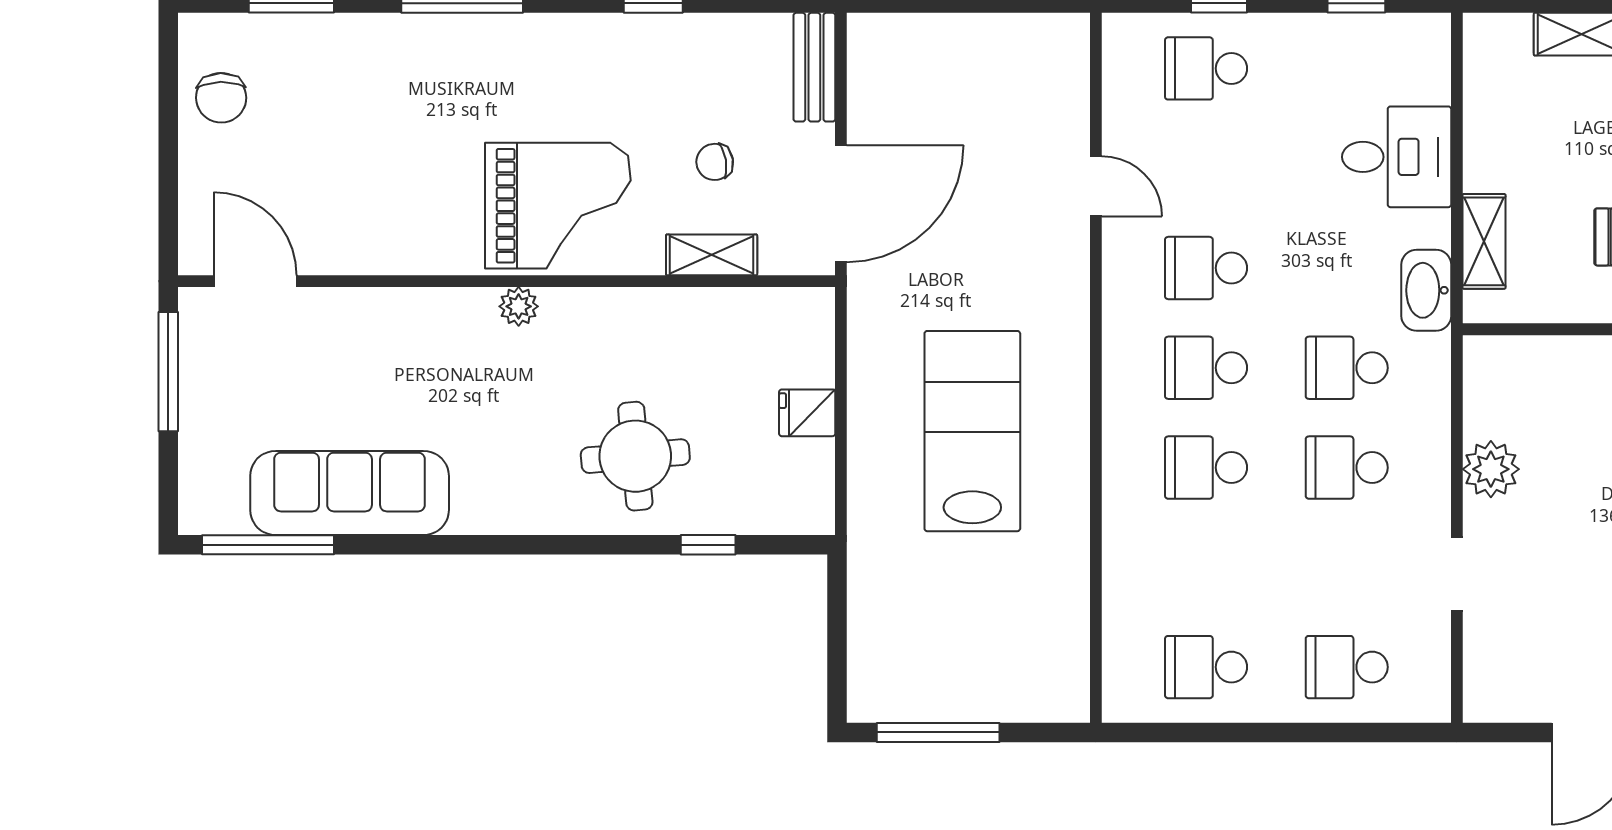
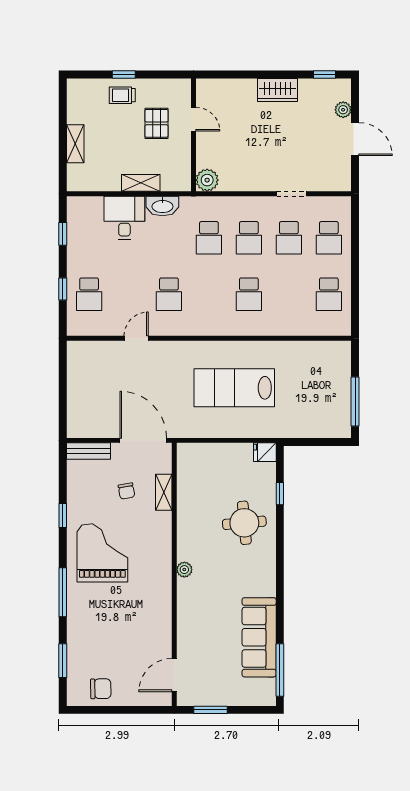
grand piano: (558, 206) -> (102, 553), moved
shelving: (1484, 241) -> (141, 183), moved
washbasin: (1426, 290) -> (162, 206), moved
school desk: (1206, 368) -> (289, 238), moved
window: (168, 372) -> (210, 710), width x0.69
fridge: (807, 413) -> (265, 452), moved, turned 90
plant: (1491, 469) -> (207, 180), moved

